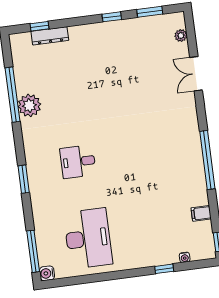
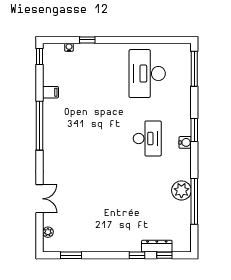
window: (112, 17) -> (137, 255), moved
desk: (78, 162) -> (147, 138), width x1.37
filing cabinet: (201, 213) -> (50, 92), moved
water cooler: (47, 273) -> (185, 142), moved

